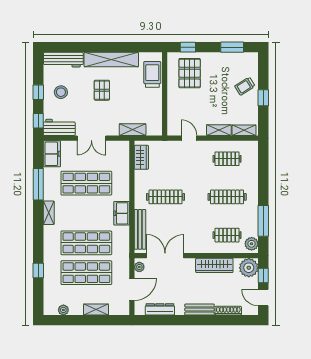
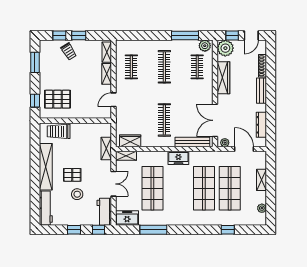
window: (263, 75) -> (59, 36), added
stool: (61, 92) -> (77, 194), moved
shelving: (49, 213) -> (126, 156), moved

